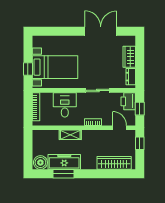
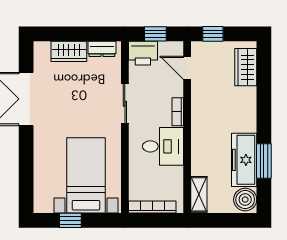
window: (28, 69) -> (70, 220), moved
desk: (65, 105) -> (163, 146), moved, turned 180
door: (119, 128) -> (187, 68), hinge flipped
shelving: (70, 135) -> (199, 194), moved
wardrobe: (114, 163) -> (246, 67), width x0.67

